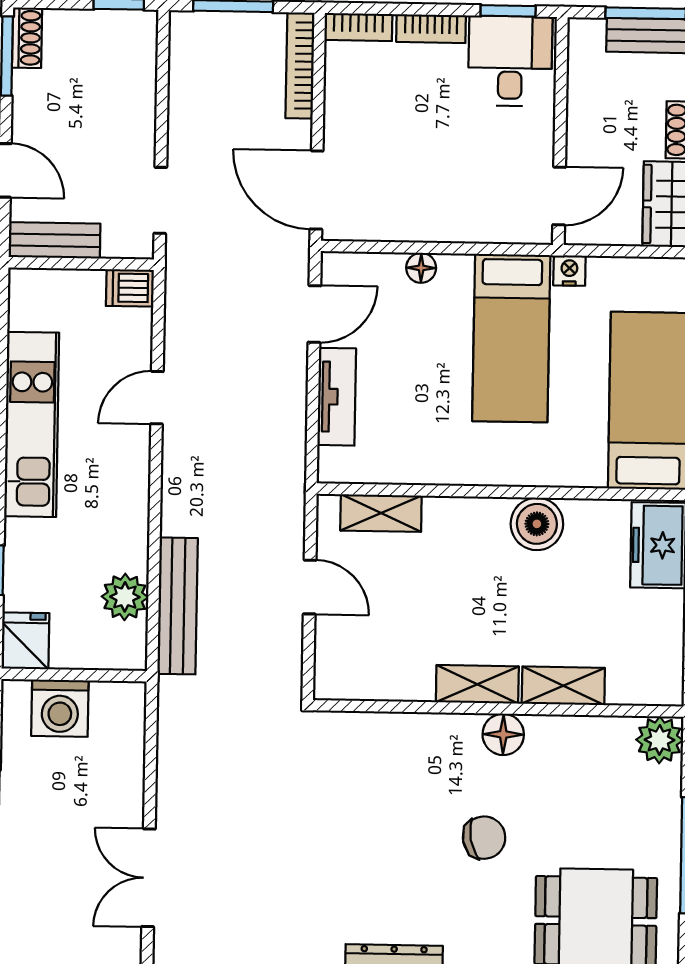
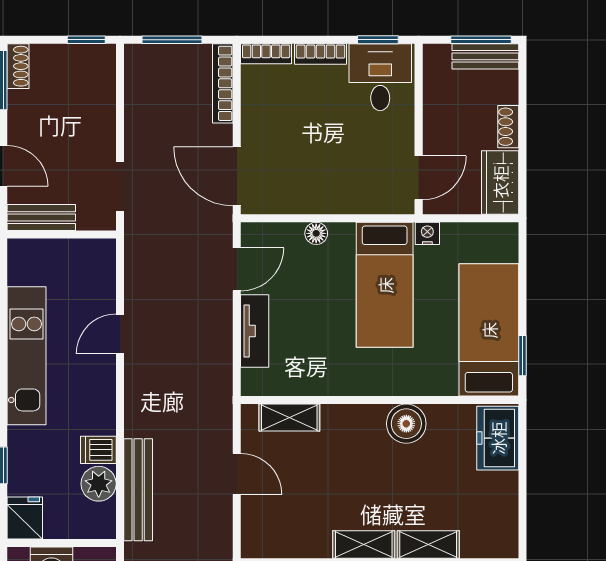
dishwasher: (130, 288) -> (98, 450), moved

